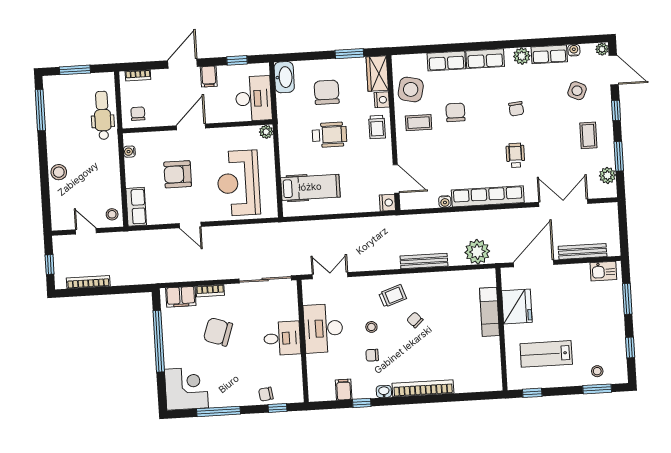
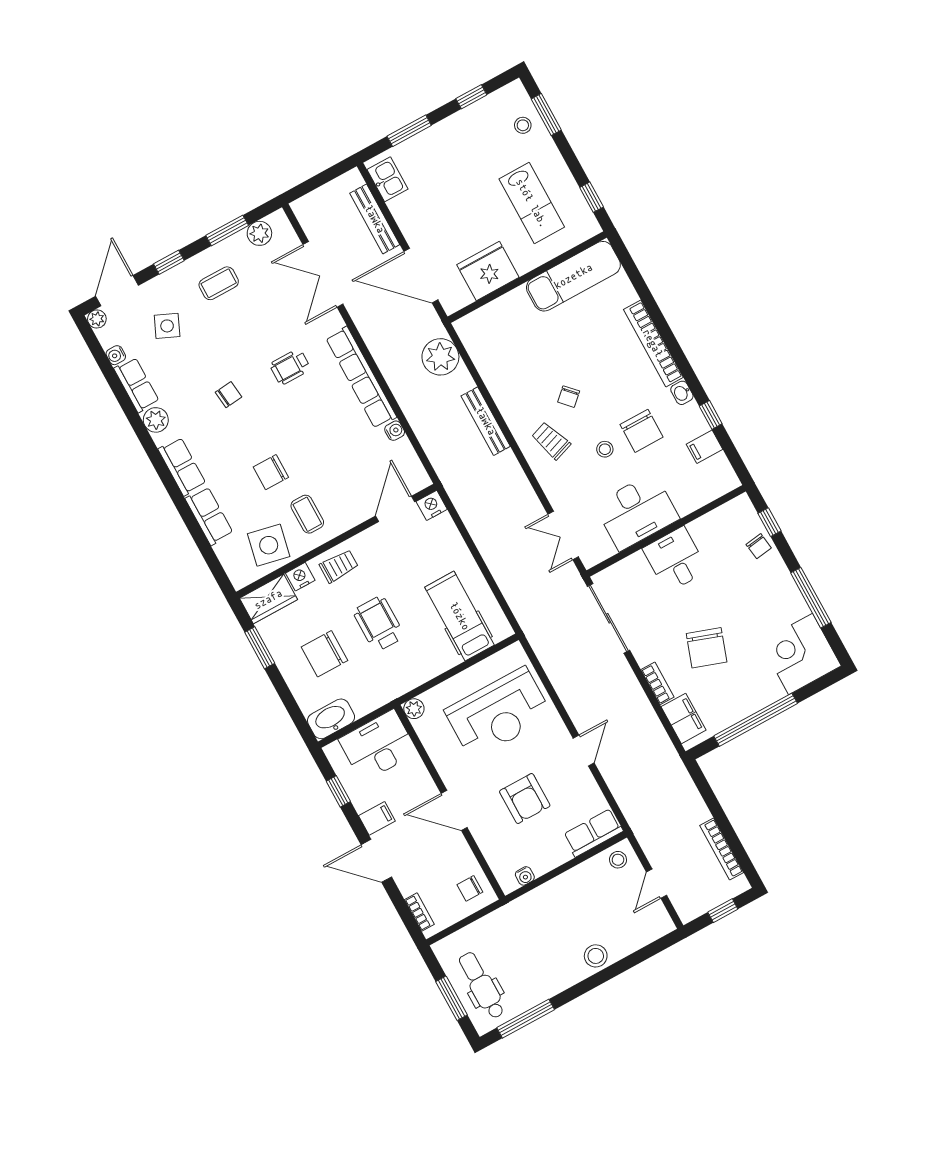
dental chair: (103, 115) -> (482, 985), moved, turned 90
exam couch: (490, 312) -> (573, 276), moved, width x1.36, depth x1.45
chair: (372, 355) -> (642, 431), width x1.87, depth x1.87

